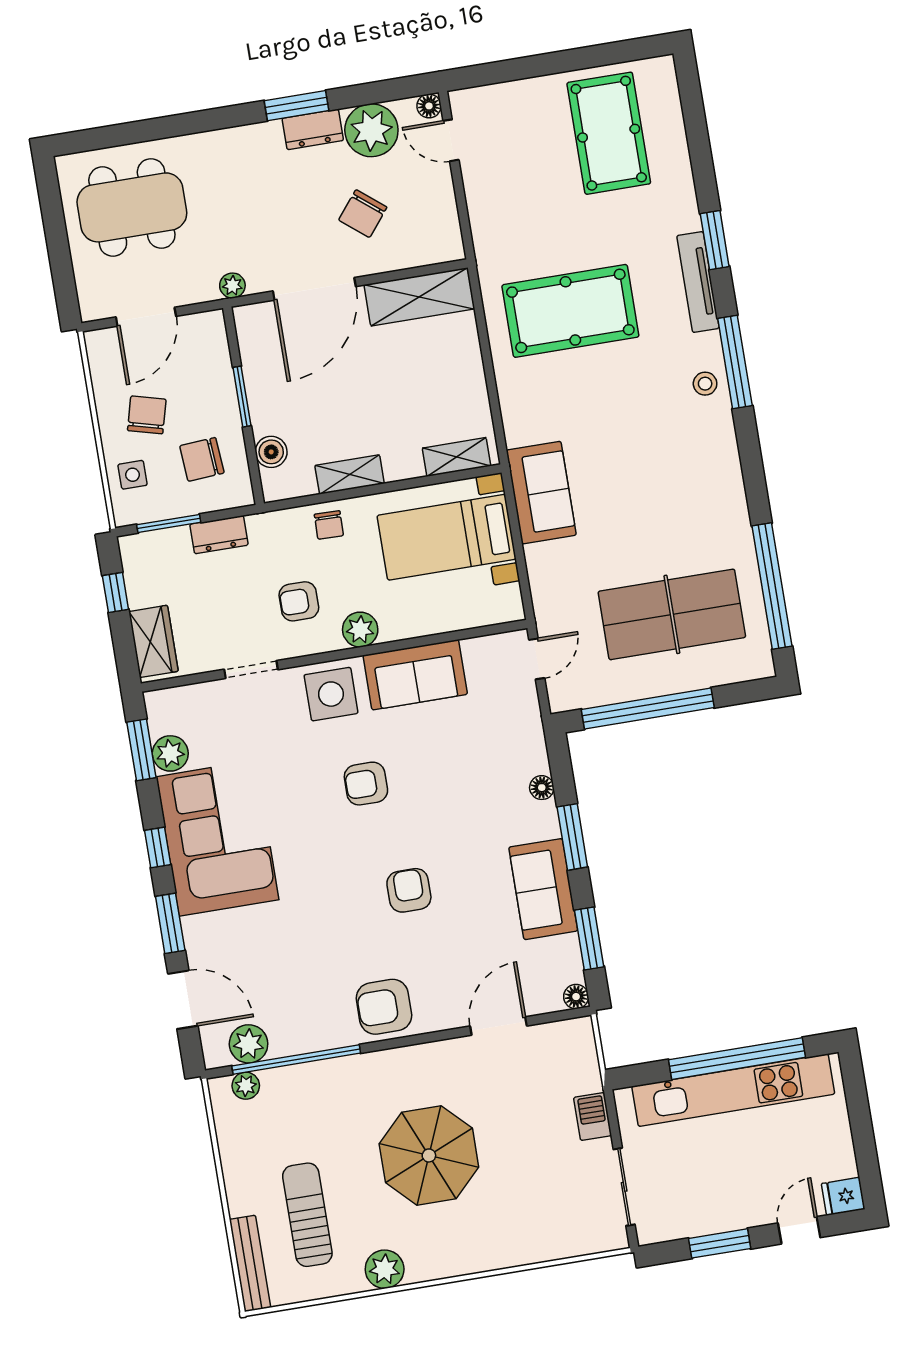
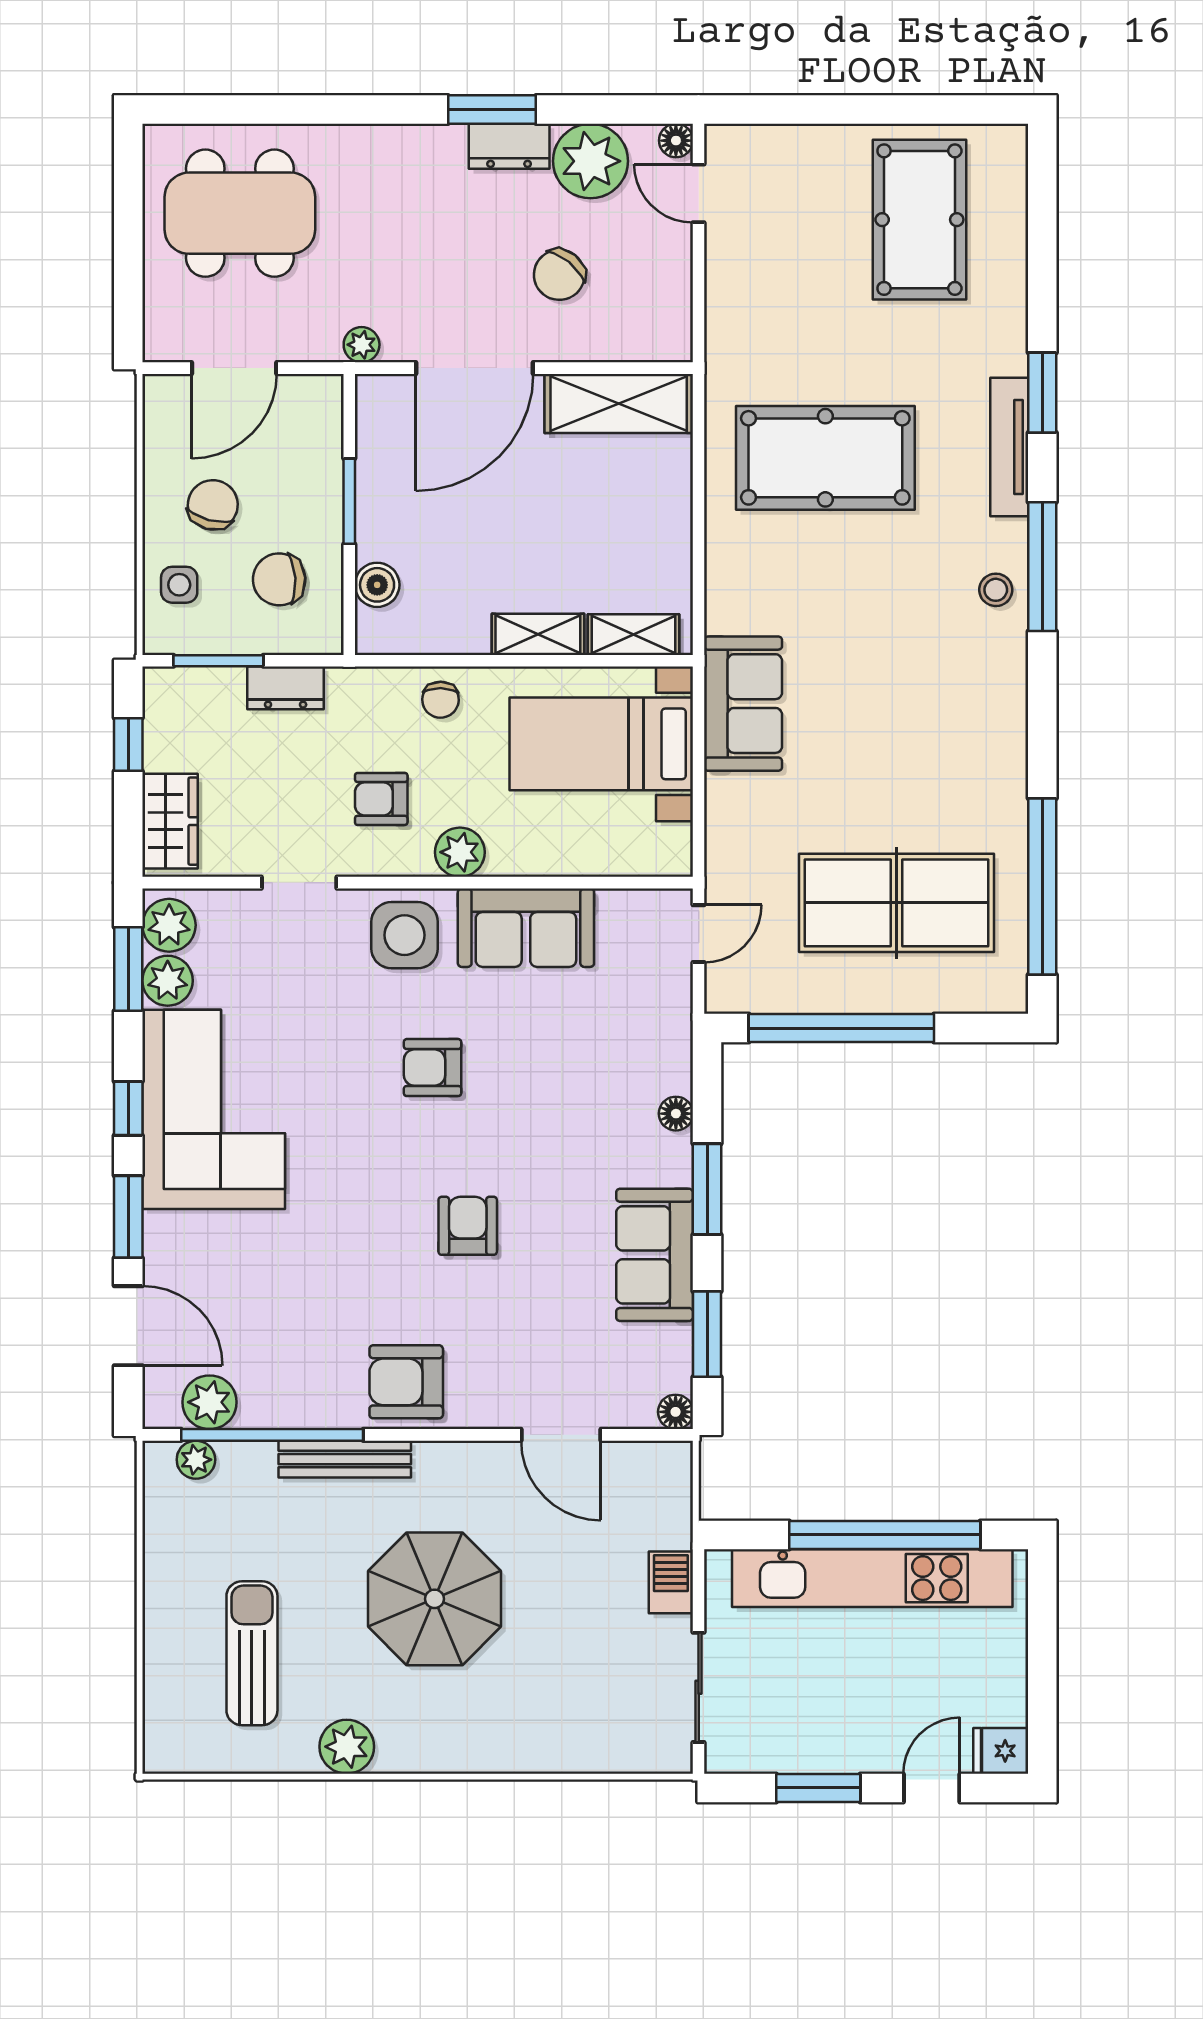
shelving: (350, 475) -> (538, 634), moved
plant: (165, 714) -> (169, 925), added
door: (498, 1026) -> (561, 1435), swing flipped
bench: (250, 1263) -> (345, 1459), moved, turned 90

